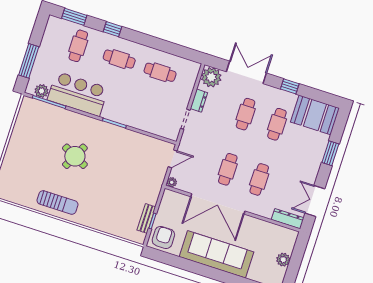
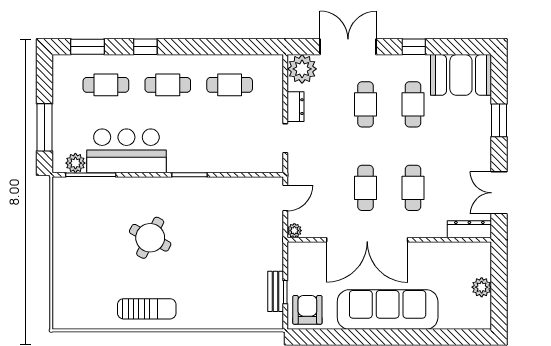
cafe table: (78, 46) -> (106, 85), turned 90

